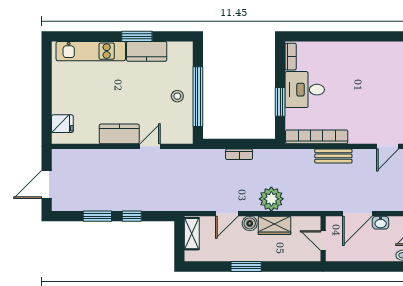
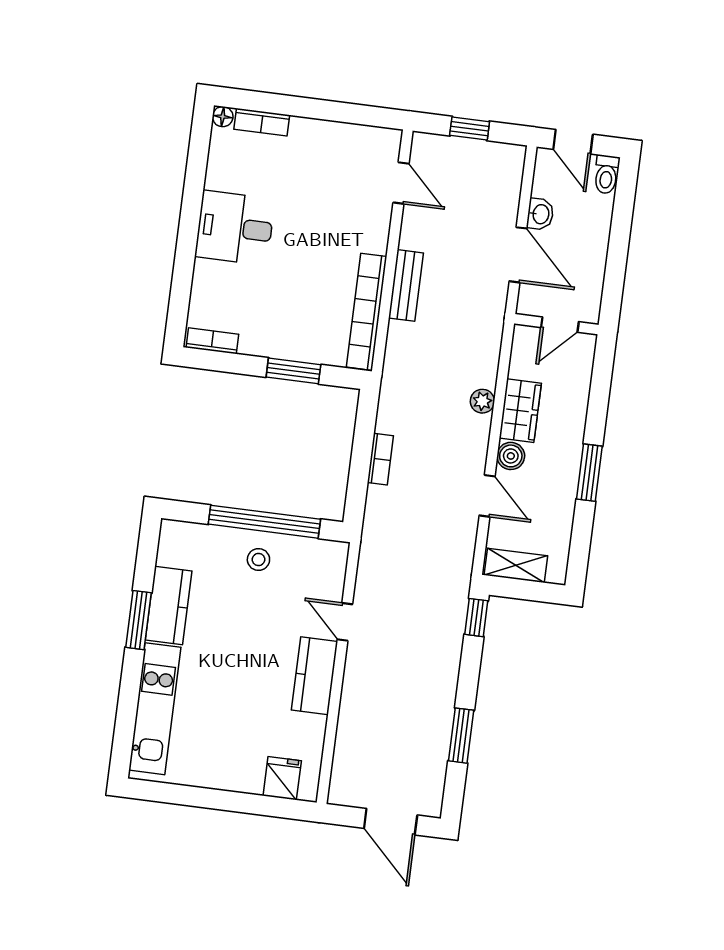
desk: (305, 90) -> (235, 228), moved, turned 90
plant: (271, 199) -> (482, 401), width x0.53, depth x0.53
window: (132, 216) -> (476, 618), moved

